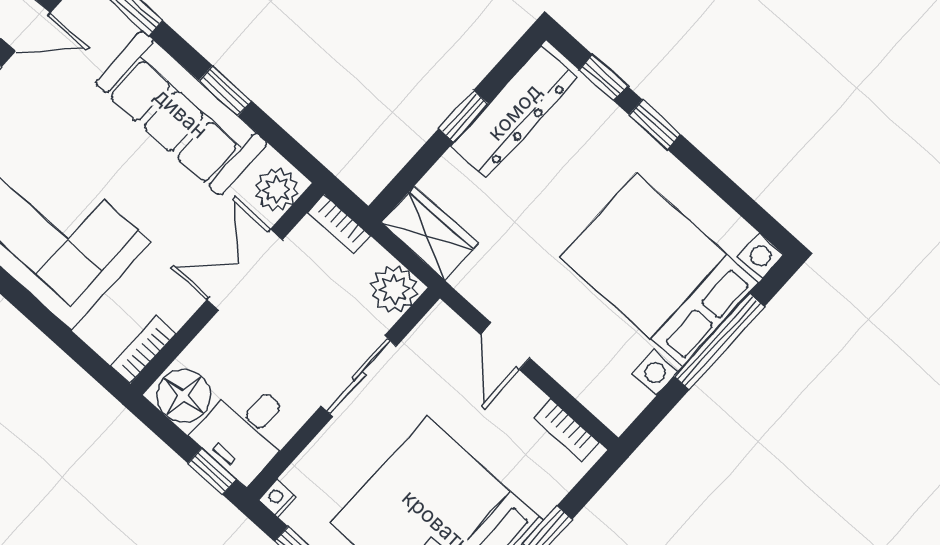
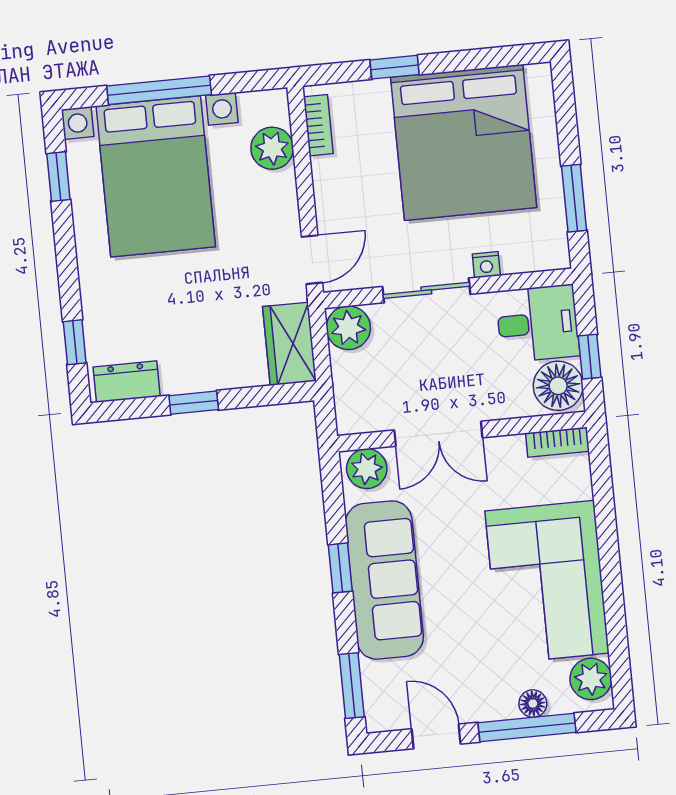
dresser: (514, 112) -> (127, 382), width x0.51, depth x0.80
window: (655, 125) -> (58, 177), moved
bookcase: (339, 224) -> (345, 406), removed
door: (505, 346) -> (312, 260), moved
plant: (586, 378) -> (272, 148), added
window: (212, 471) -> (590, 357), moved
nightstand: (277, 498) -> (486, 265), moved

